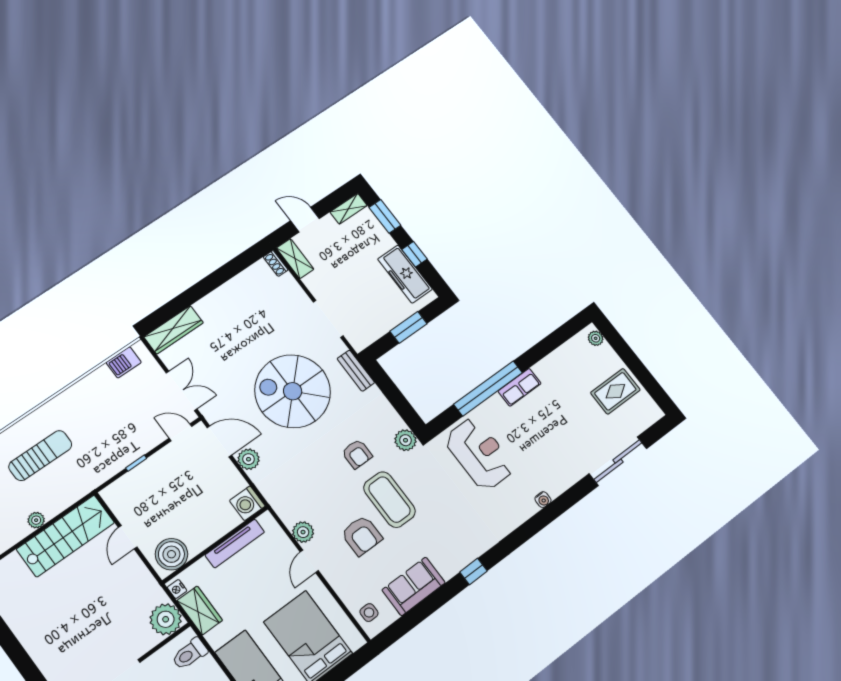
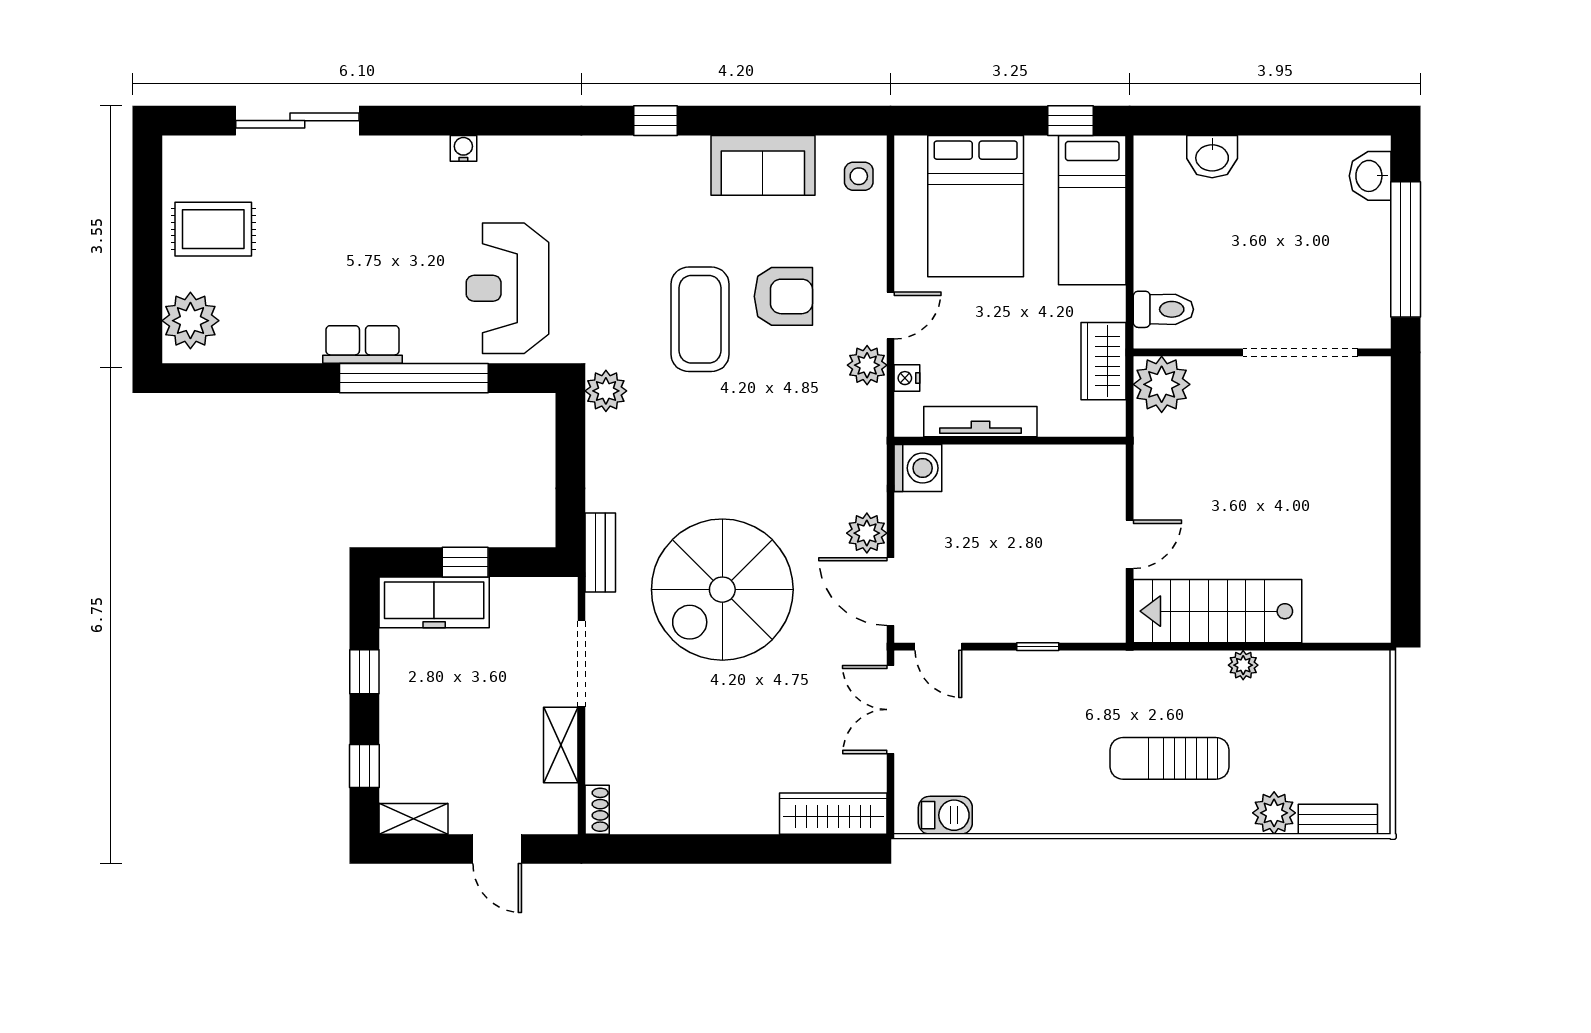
window: (385, 216) -> (364, 766), width x0.67
shelving: (295, 259) -> (561, 745), moved
freezer: (405, 274) -> (434, 602), moved, turned 90
window: (408, 327) -> (465, 562), width x0.67
plant: (596, 338) -> (190, 321), width x1.88, depth x1.88
spiral stairs: (293, 391) -> (722, 590), turned 90
armchair: (357, 454) -> (697, 423), removed
armchair: (362, 536) -> (783, 296), turned 90
boiler: (171, 554) -> (1084, 473), removed
nightstand: (177, 589) -> (907, 378), moved, turned 180

